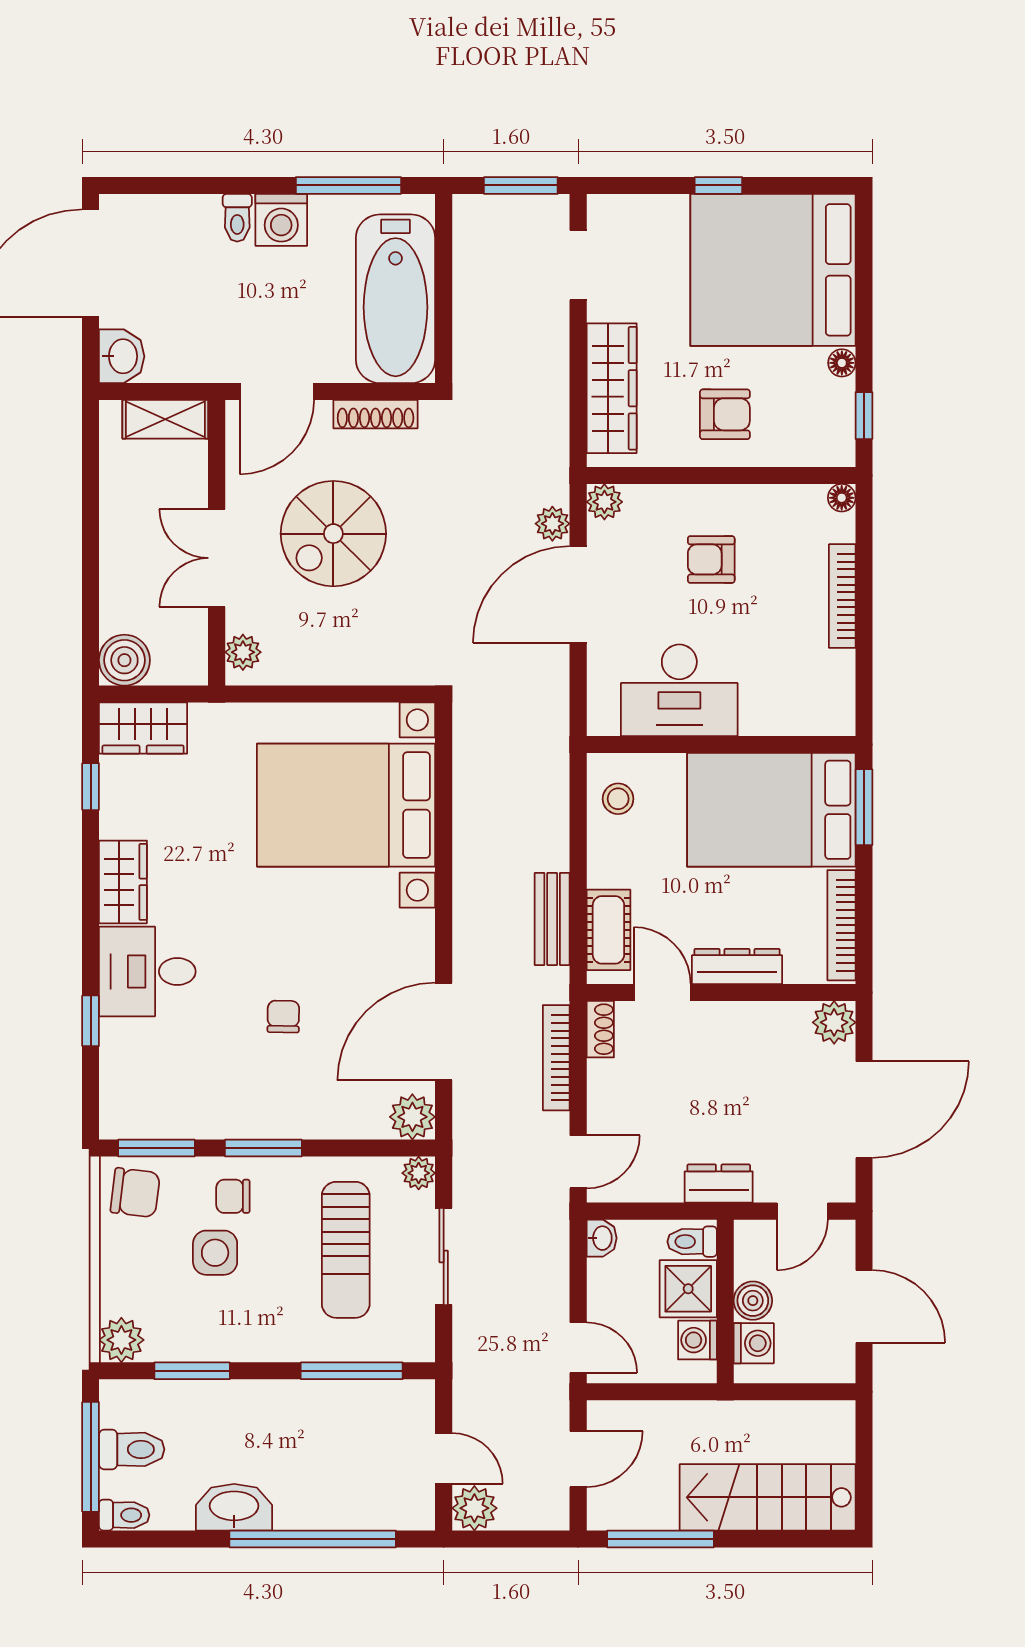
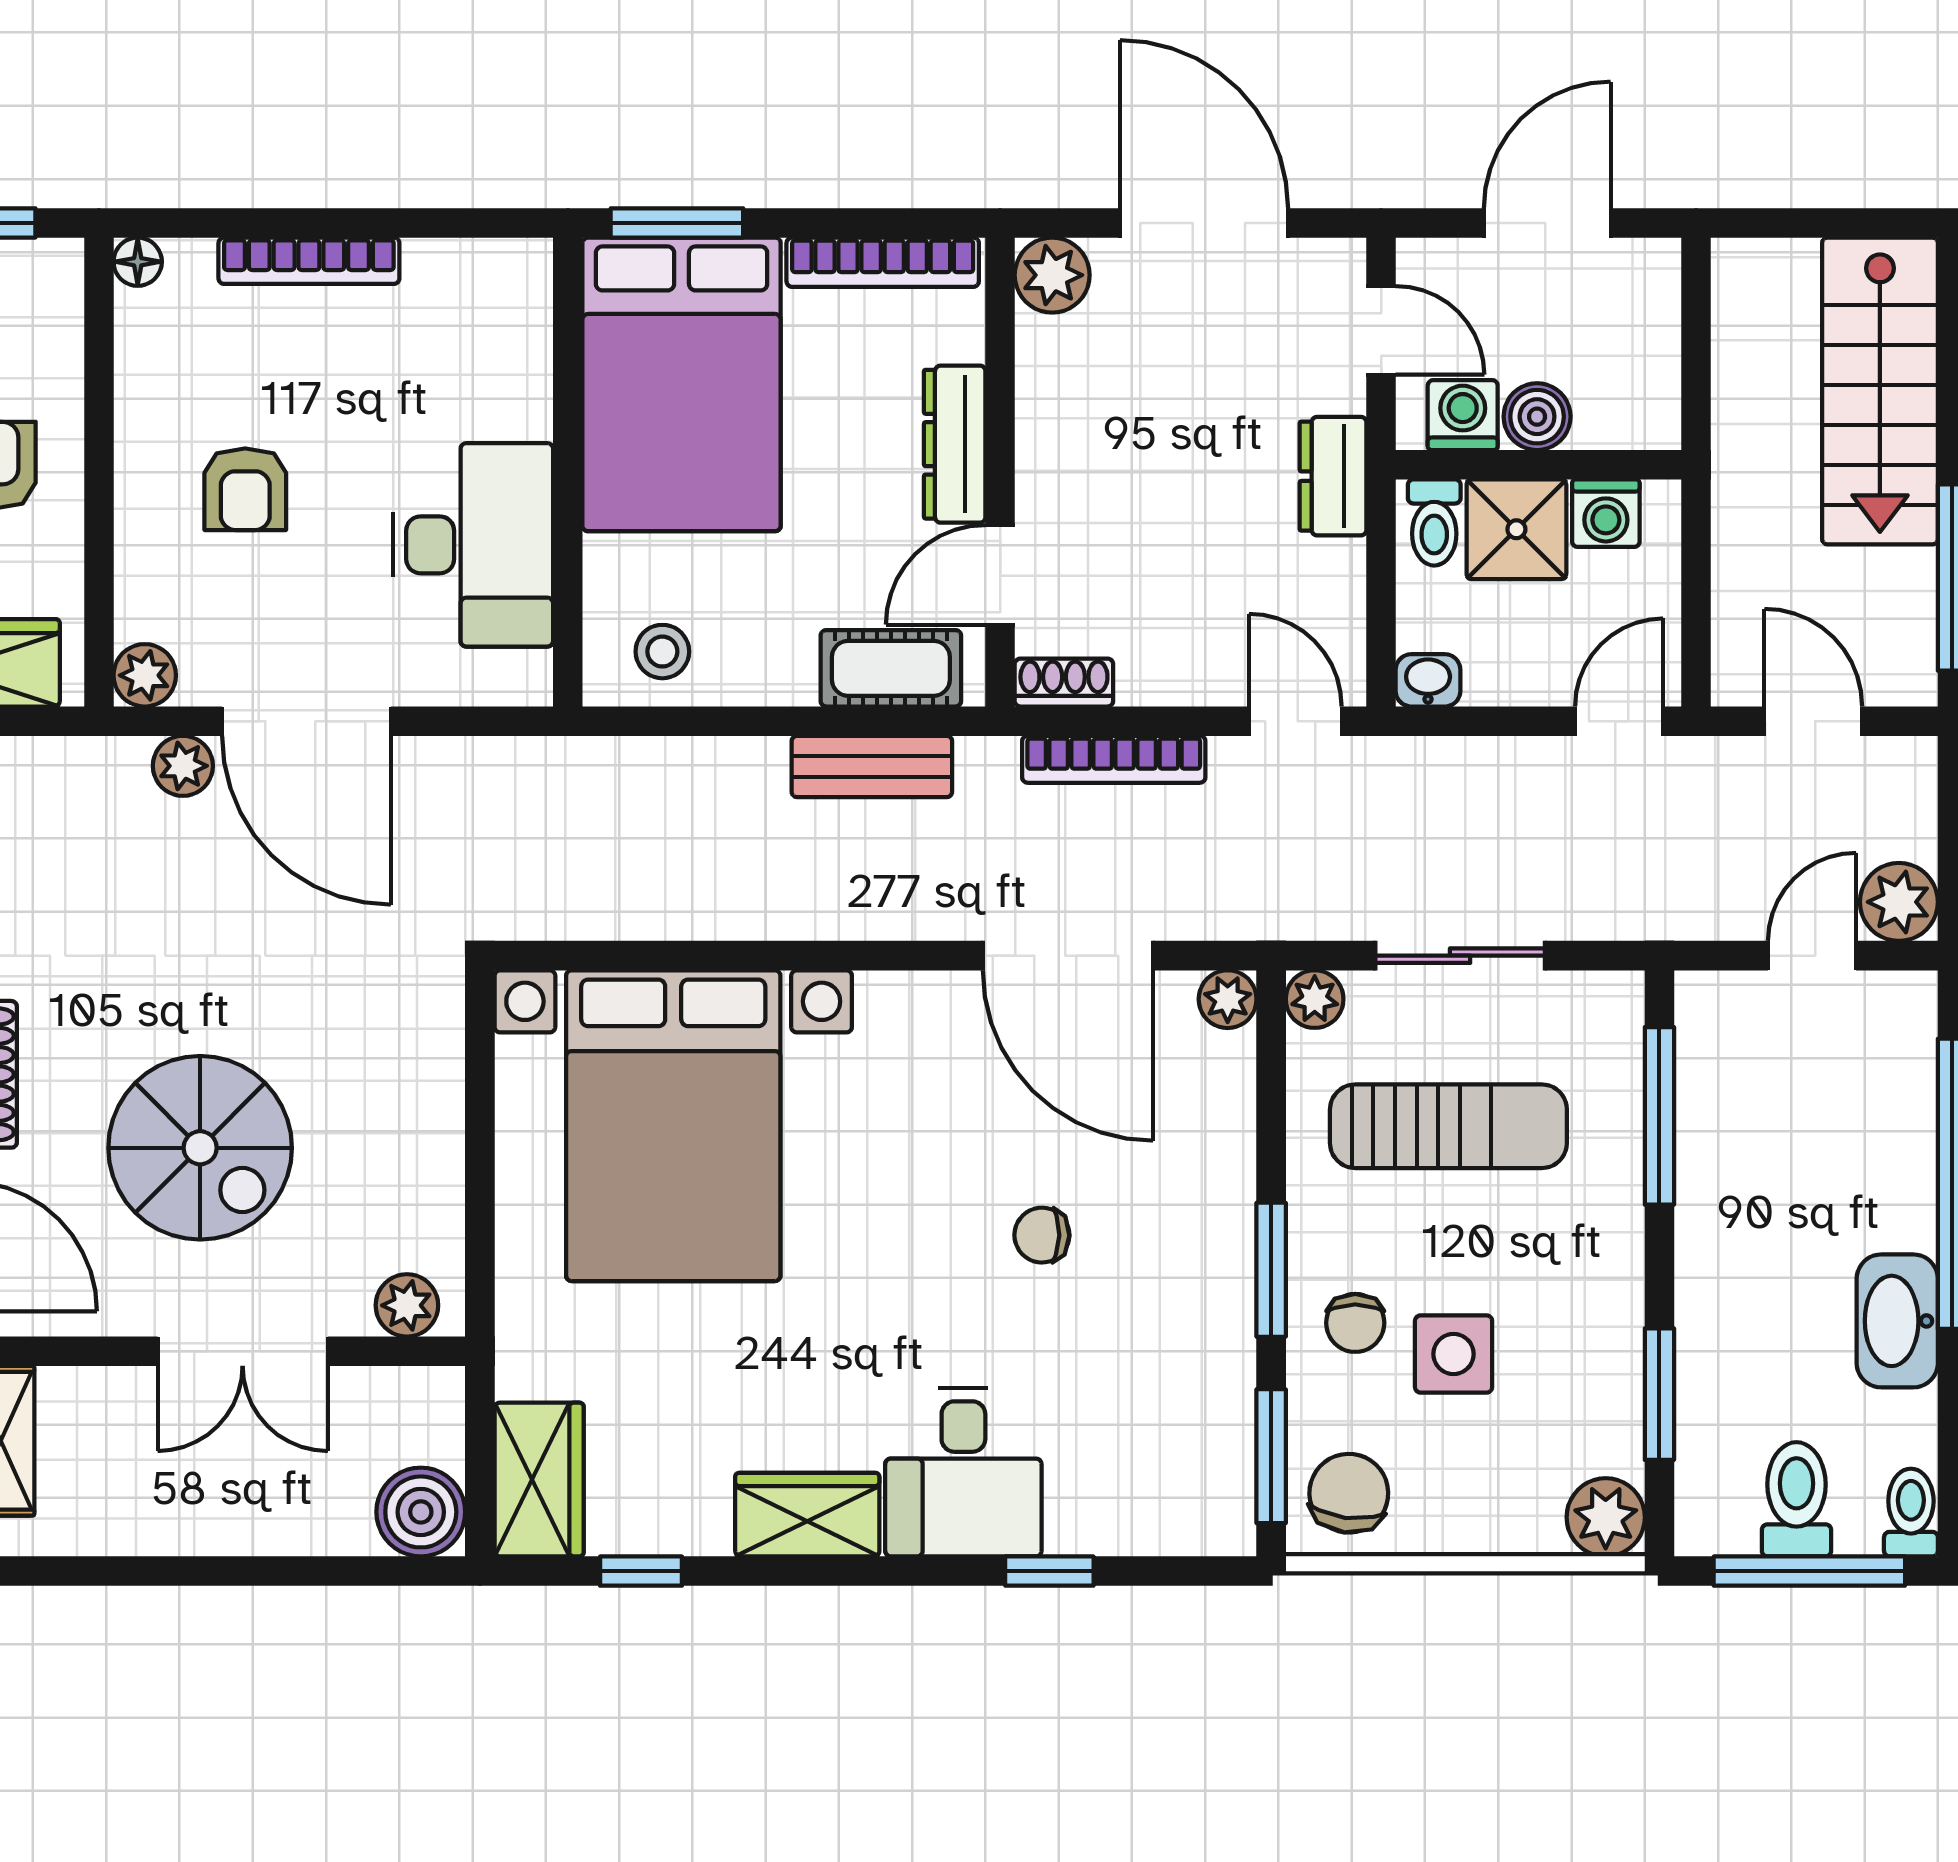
plant: (412, 1117) -> (1228, 999), width x0.73, depth x0.73
washing machine: (754, 1343) -> (1463, 415), moved

